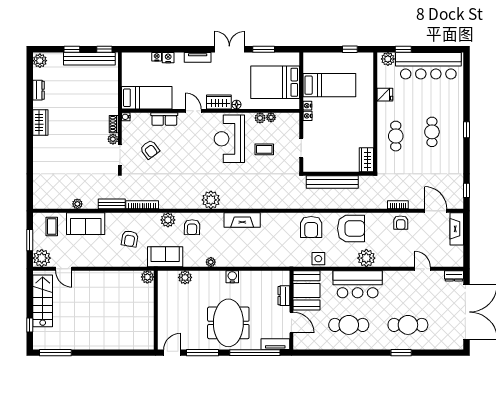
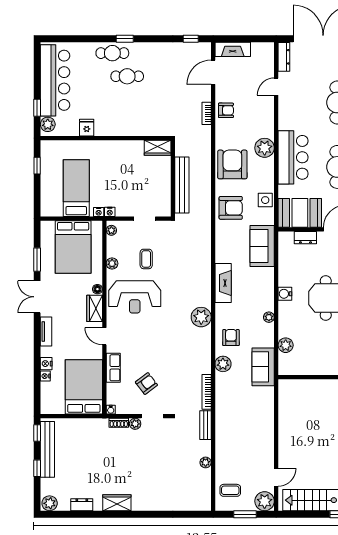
bed: (147, 98) -> (84, 387), width x1.50
door: (193, 111) -> (104, 336), hinge flipped
plant: (271, 117) -> (111, 230), moved
cafe table: (396, 136) -> (112, 53), moved
sofa: (86, 224) -> (262, 246), moved, turned 180
armchair: (192, 227) -> (231, 338), turned -91
armchair: (130, 239) -> (243, 405), removed
dresser: (454, 276) -> (284, 57), width x1.44
plant: (147, 277) -> (285, 386), removed

